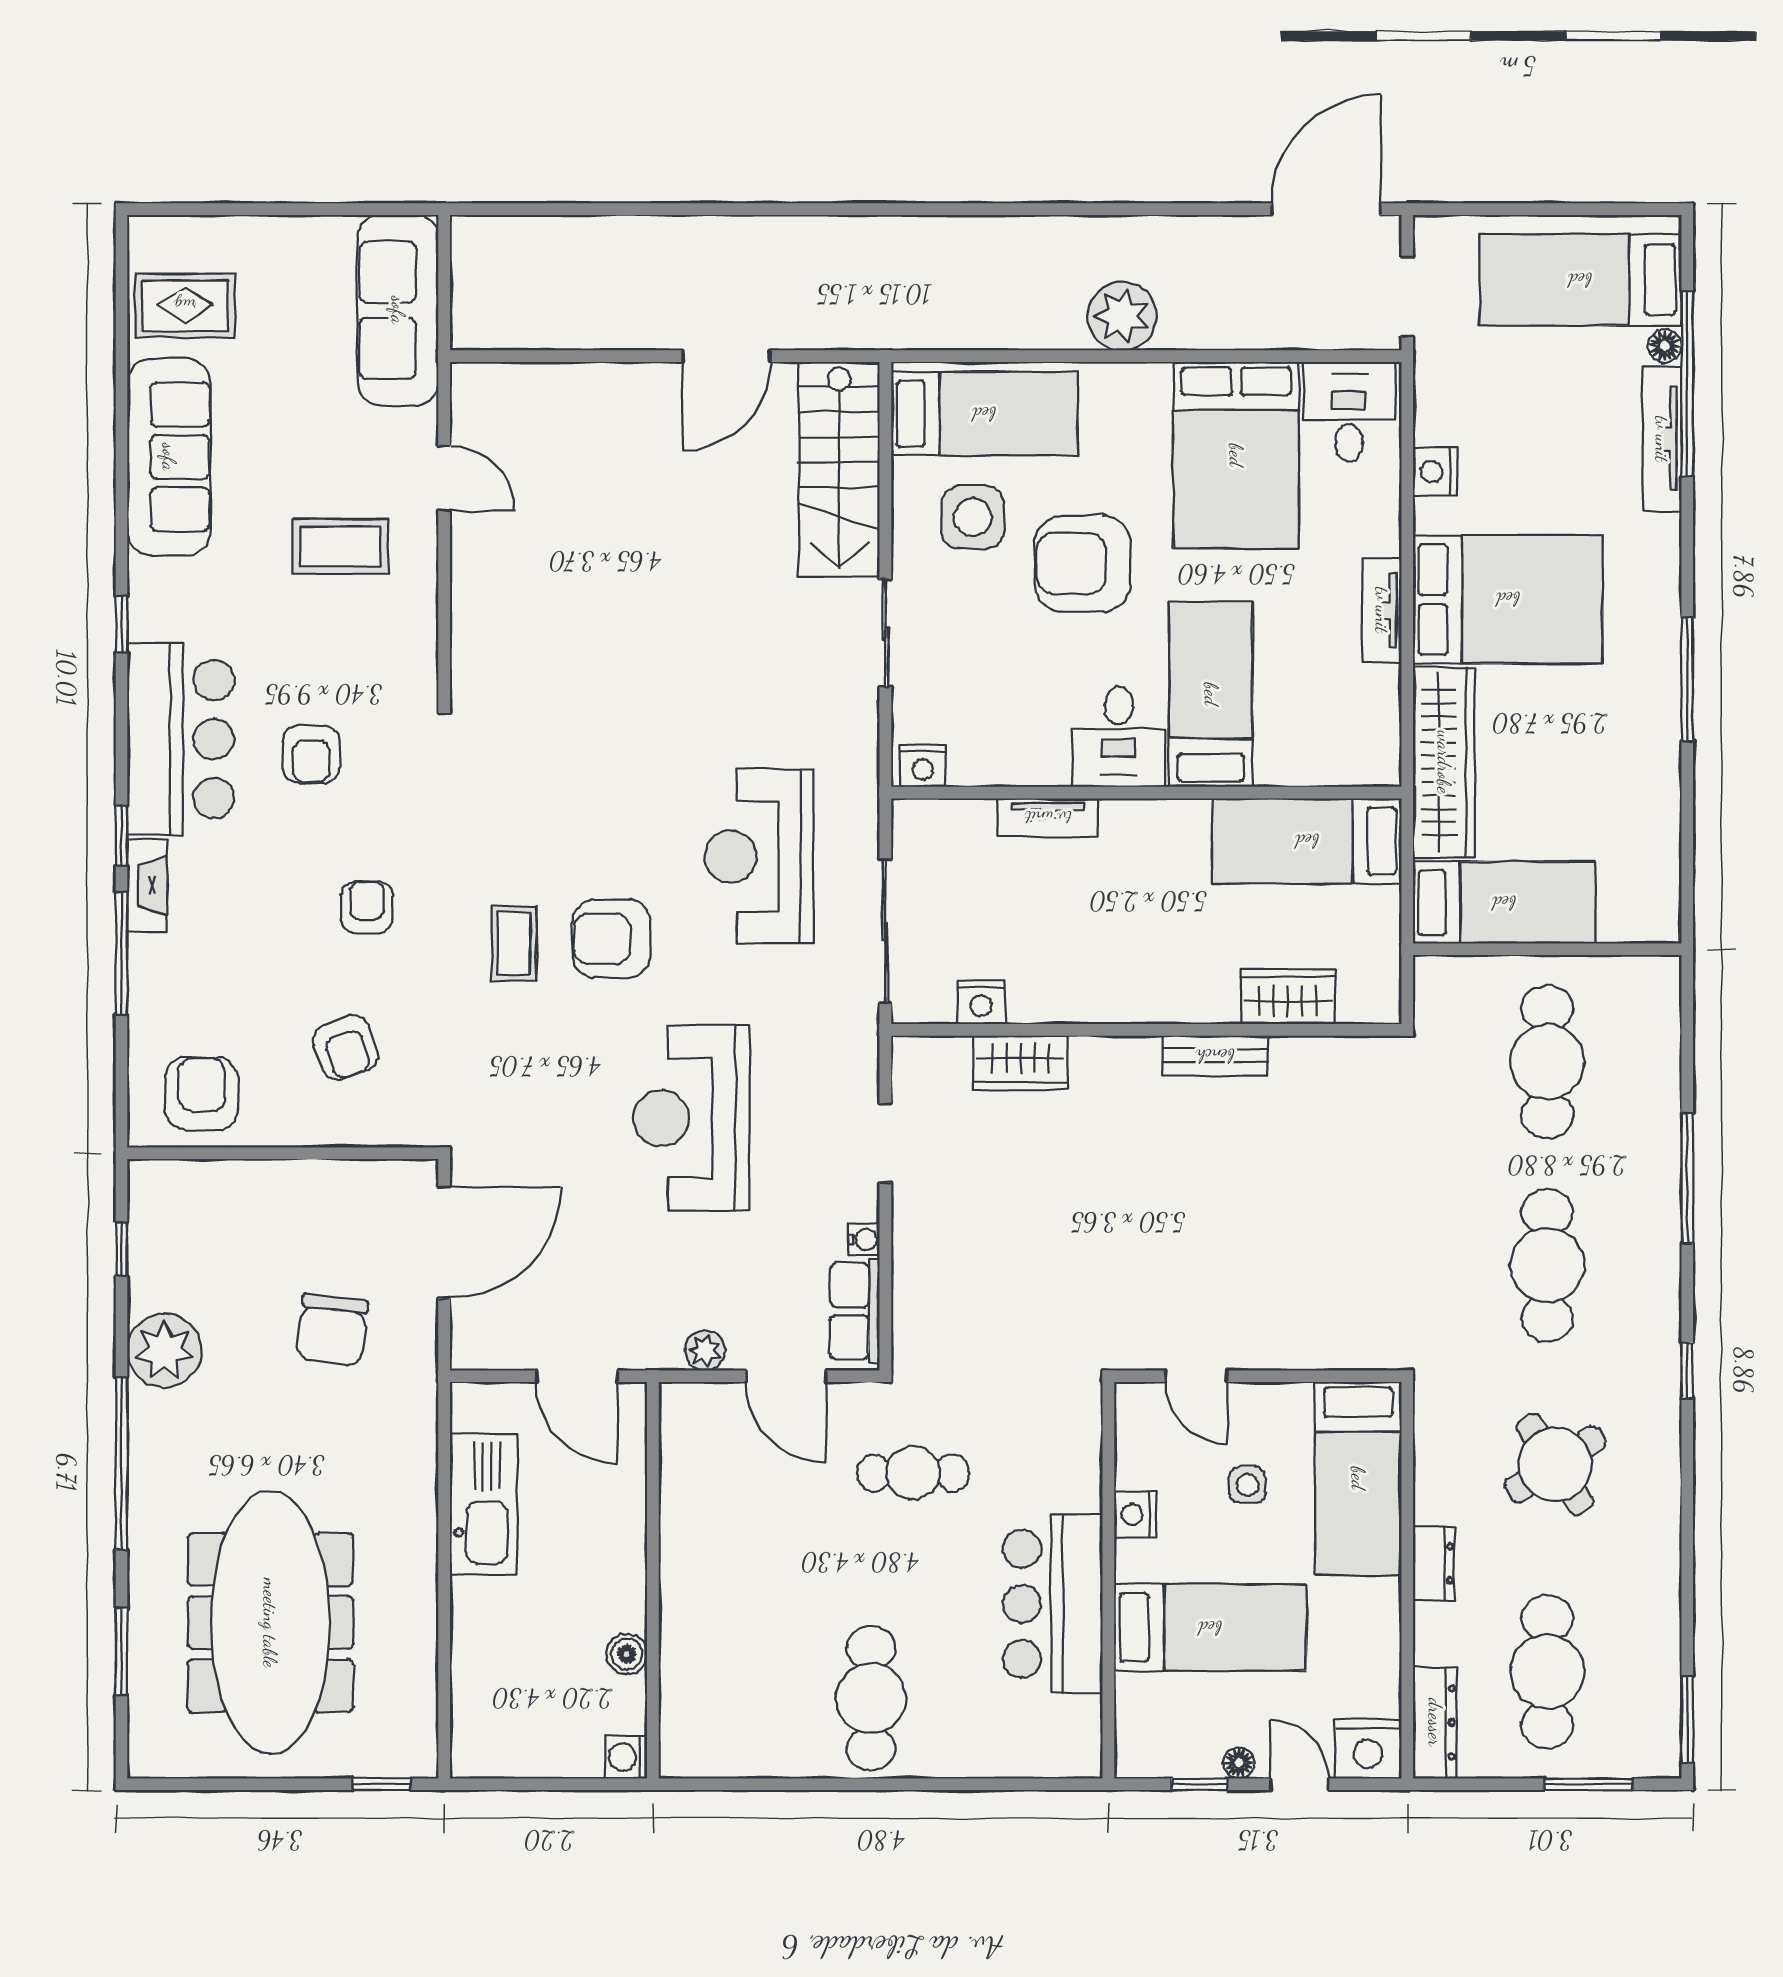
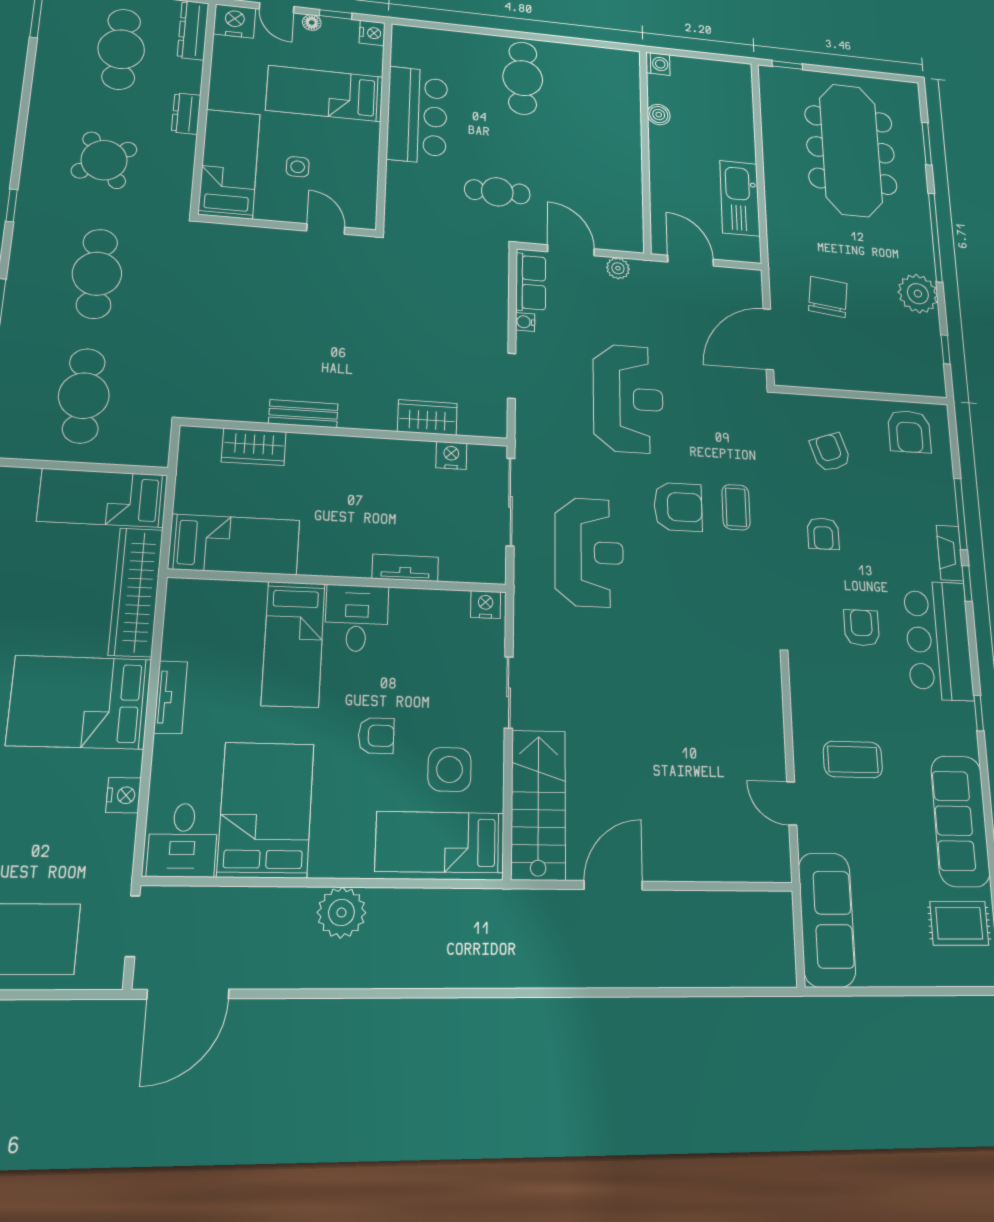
armchair: (1083, 564) -> (376, 736), width x0.53, depth x0.53
nightstand: (1135, 1514) -> (372, 33), moved

